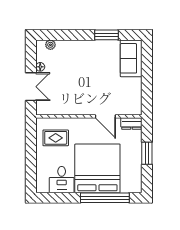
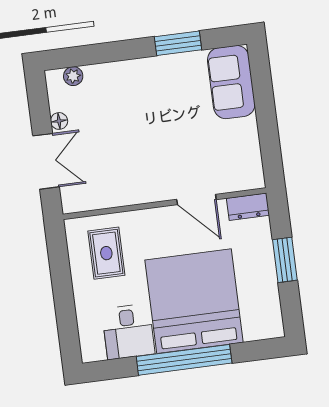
rug: (56, 138) -> (106, 253), turned 90
window: (105, 198) -> (184, 360), moved

